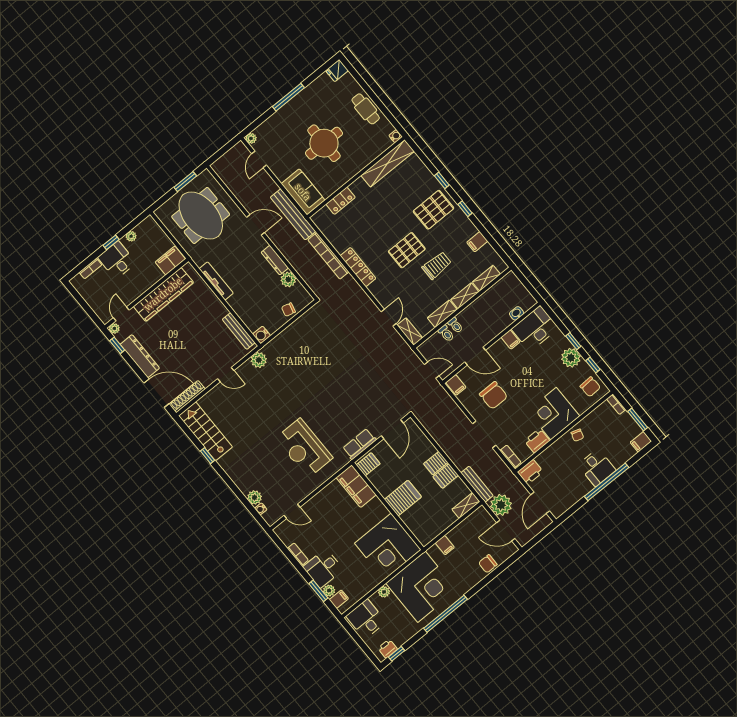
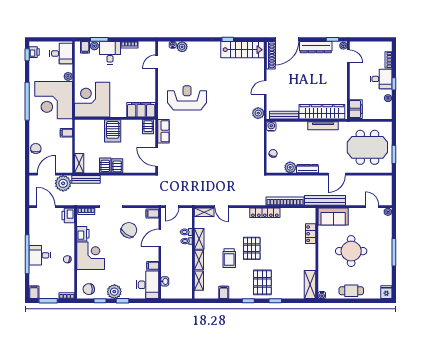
shelving: (388, 163) -> (310, 284), width x0.68
wardrobe: (163, 294) -> (322, 112), moved, turned 90
chair: (493, 395) -> (129, 230), turned 126

